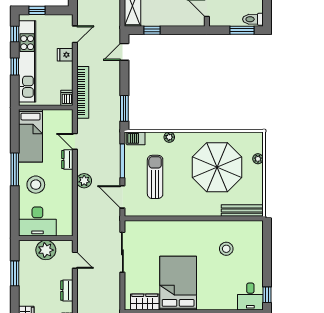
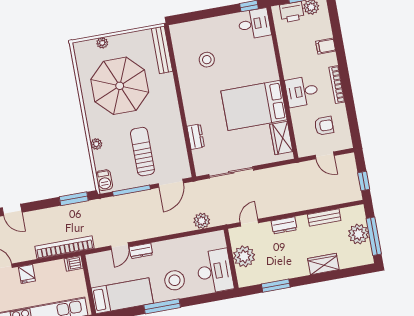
sun lounger: (155, 177) -> (142, 152), turned 90
plant: (84, 181) -> (202, 221), moved
dresser: (160, 226) -> (196, 137), added

